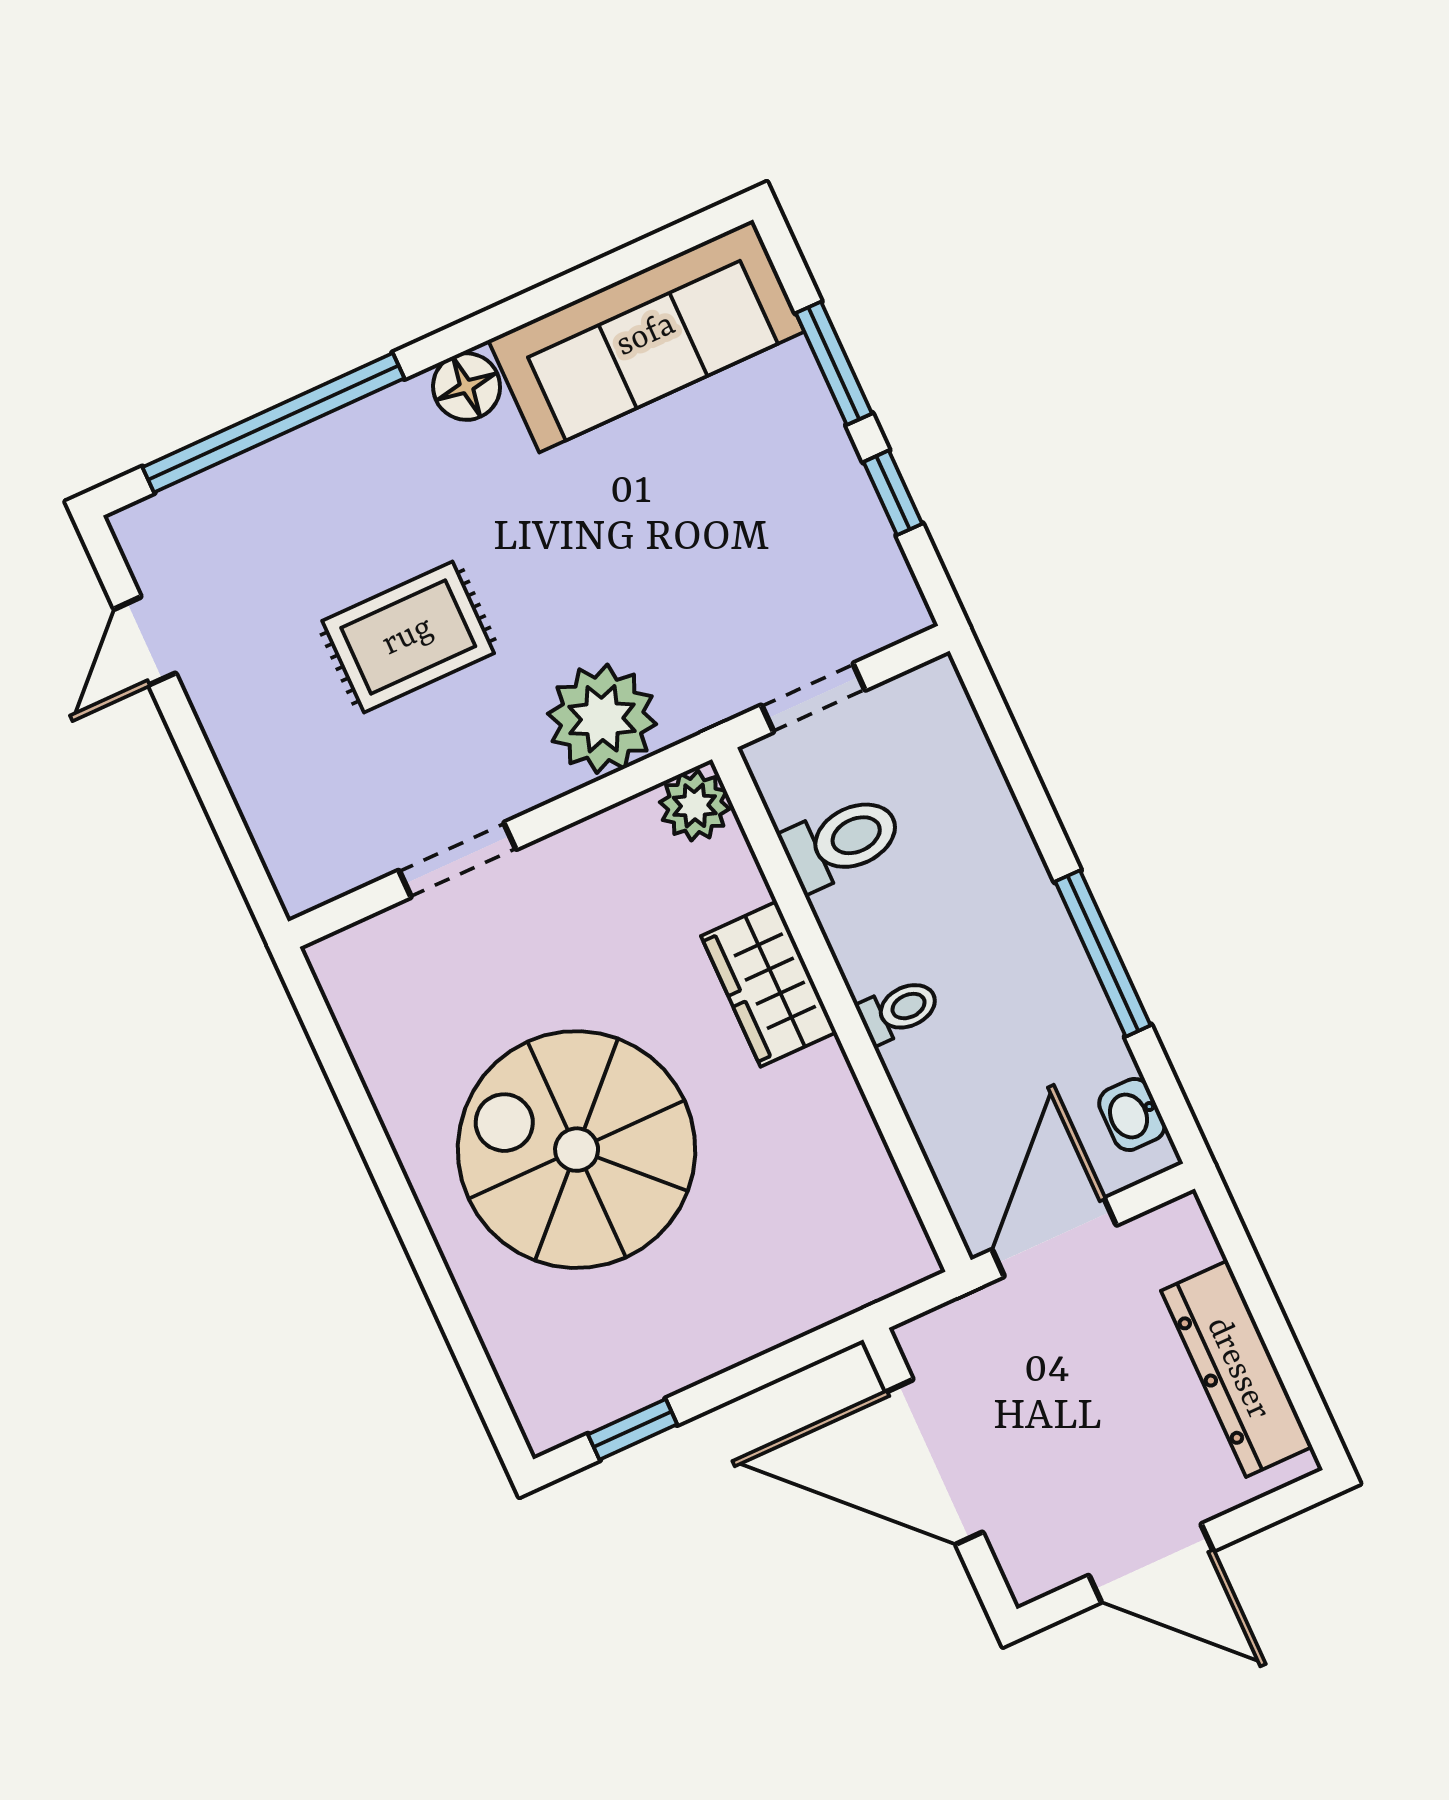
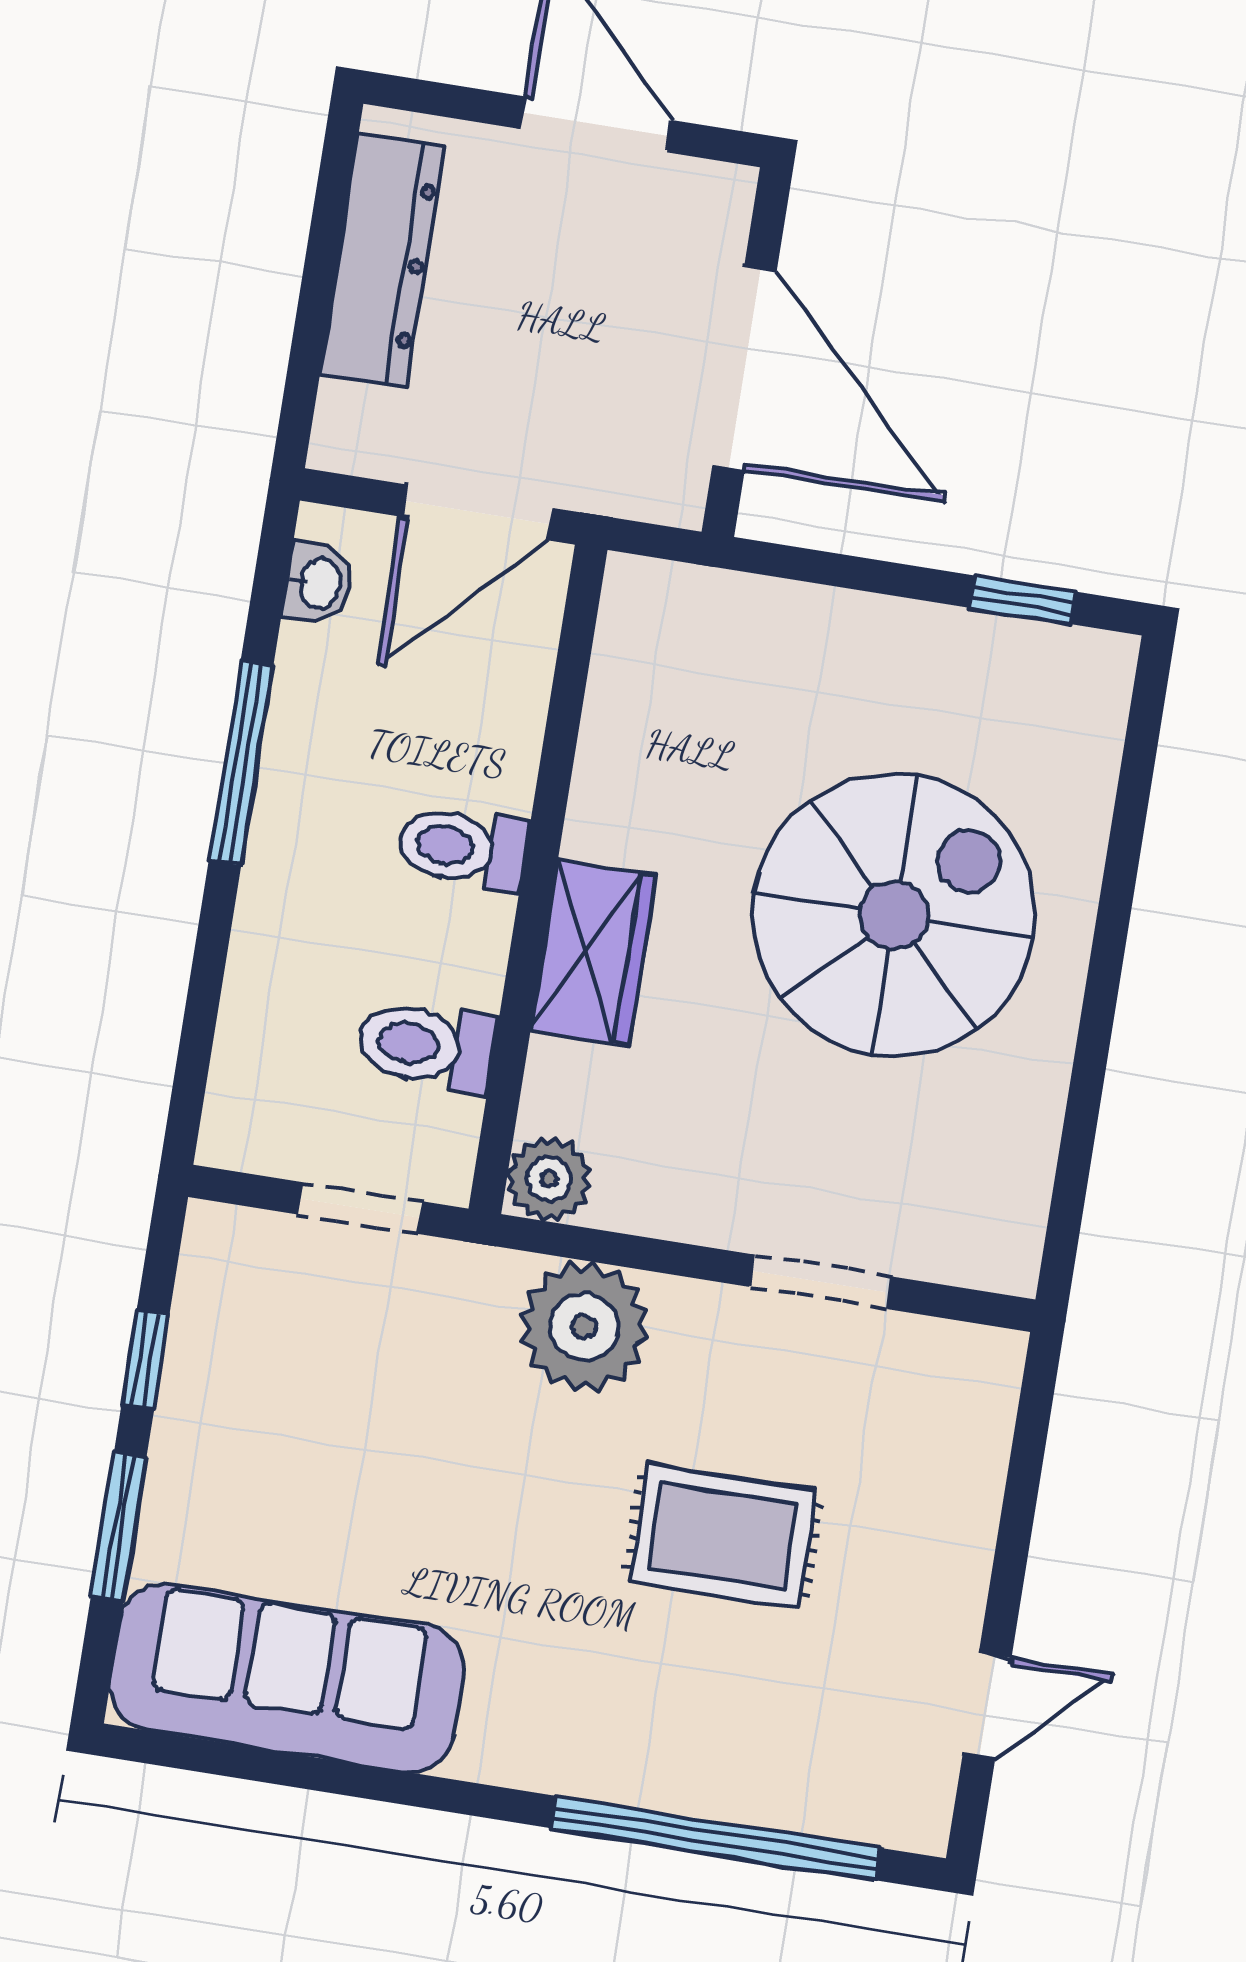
floor lamp: (467, 387) -> (499, 1746), removed
toilet: (899, 1010) -> (463, 848), width x1.37, depth x1.39
spiral stairs: (577, 1150) -> (894, 915), turned -90

